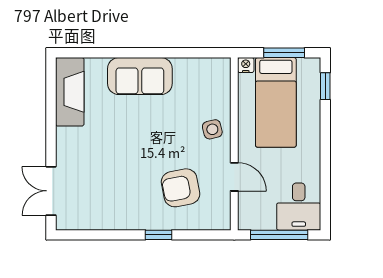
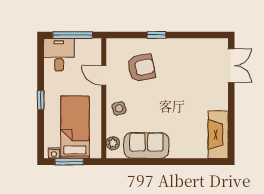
nightstand: (246, 65) -> (54, 153), moved
sofa: (140, 76) -> (146, 145), moved
plant: (221, 79) -> (113, 143), added
window: (325, 86) -> (41, 100), moved

